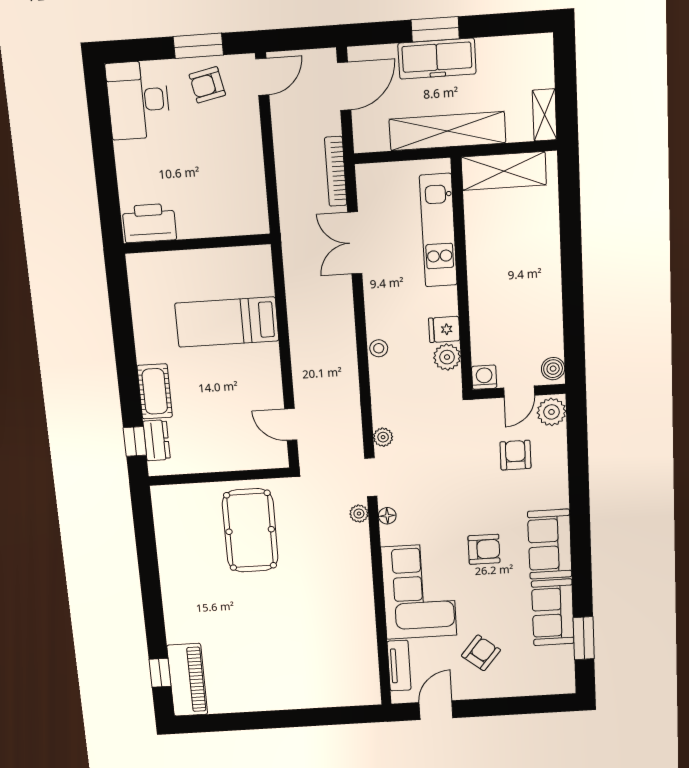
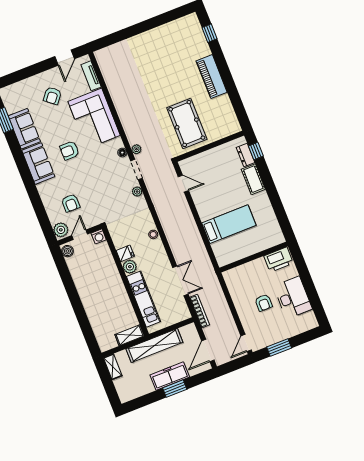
armchair: (207, 85) -> (264, 303), moved, turned 102
desk: (138, 100) -> (293, 297), moved
shelving: (504, 171) -> (130, 335), width x0.67, depth x0.75
plant: (447, 357) -> (130, 267), moved
piano: (187, 680) -> (212, 77), moved

